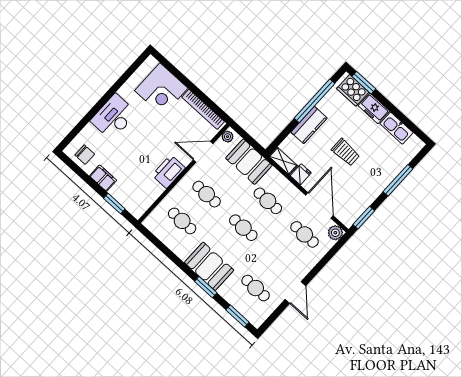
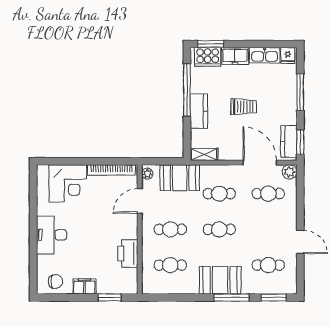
printer: (169, 172) -> (128, 254), moved
fridge: (301, 174) -> (288, 55), moved, turned 180
kitchen counter: (356, 209) -> (289, 142), added
window: (206, 287) -> (231, 297), width x1.44

